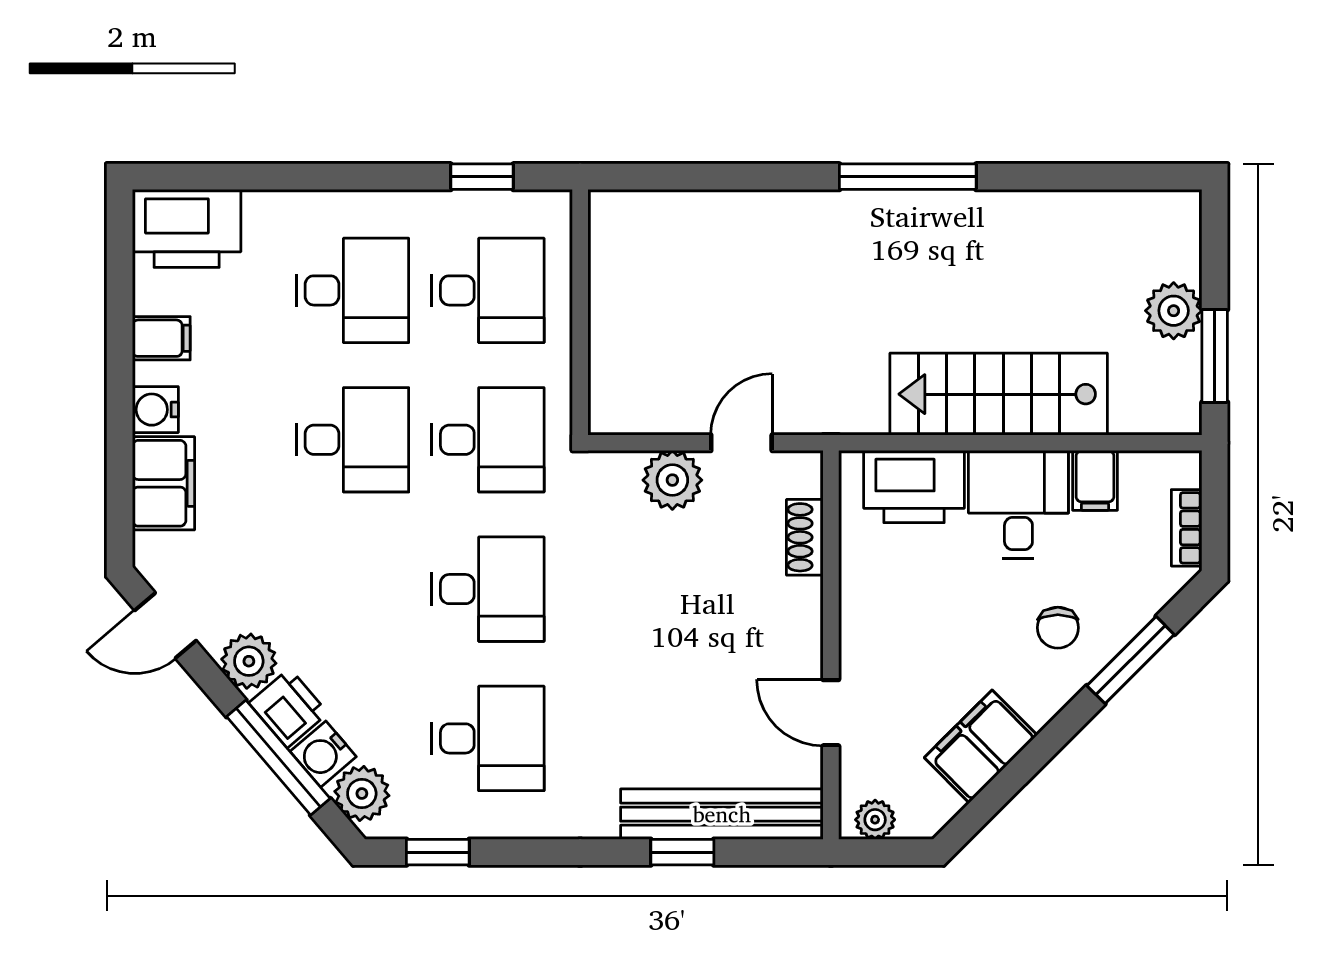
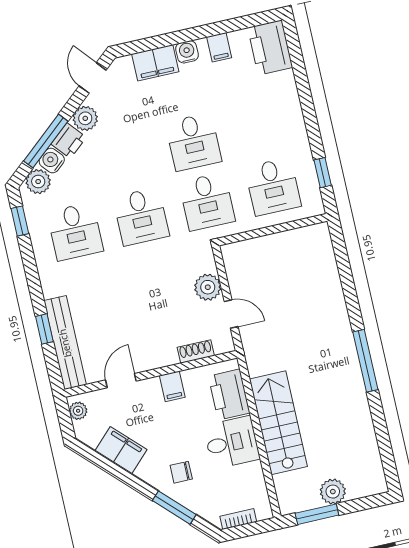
desk: (352, 290) -> (259, 127), removed
filing cabinet: (1095, 480) -> (172, 386), moved, turned -90

